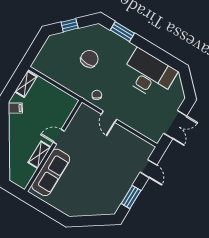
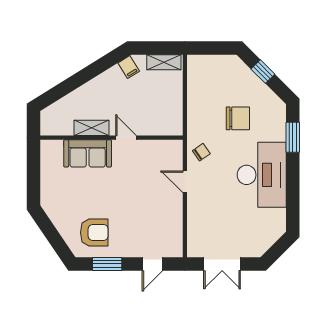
desk: (149, 74) -> (262, 175), moved
door: (109, 117) -> (185, 182), hinge flipped
sofa: (51, 172) -> (88, 153), width x0.73
armchair: (106, 193) -> (94, 233), added

